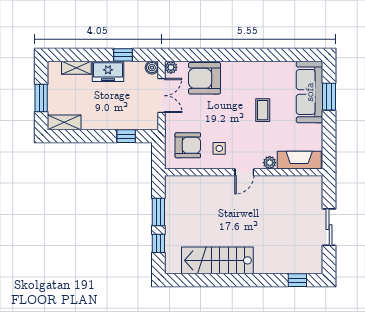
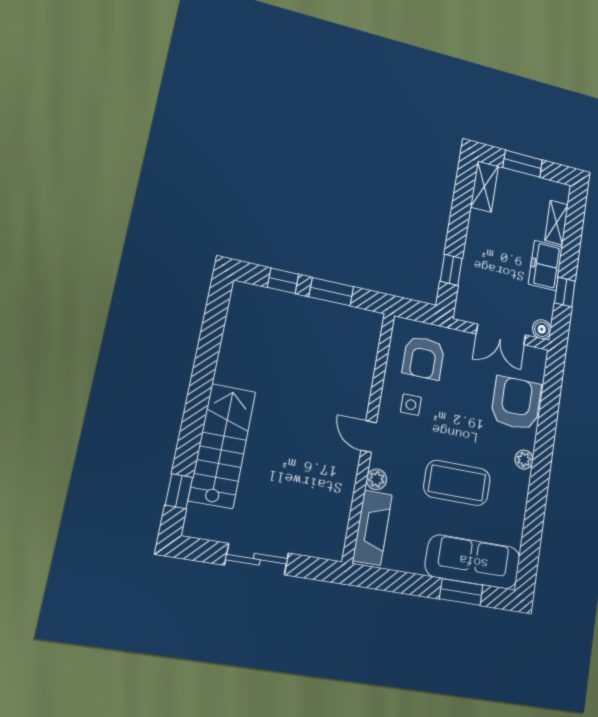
plant: (171, 67) -> (524, 460), moved
coffee table: (263, 110) -> (457, 483), width x1.86, depth x1.72
stairs: (217, 260) -> (222, 446), moved

